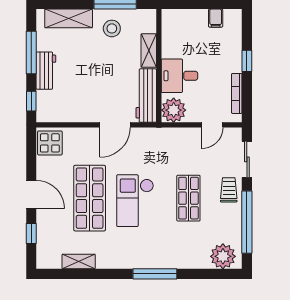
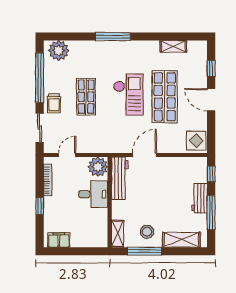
filing cabinet: (216, 18) -> (59, 240), width x2.00
shelving: (149, 51) -> (118, 234), moved

